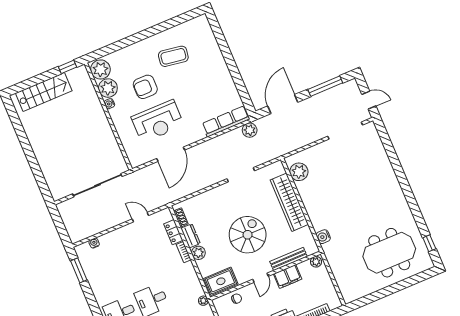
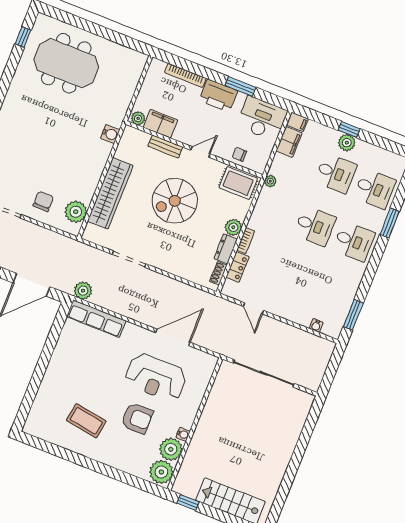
reception desk: (158, 121) -> (156, 377), turned 180
chair: (324, 159) -> (43, 201), added
bench: (288, 259) -> (165, 147), width x0.73
filing cabinet: (288, 277) -> (160, 124), moved

